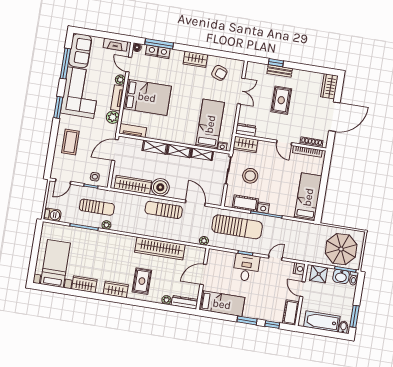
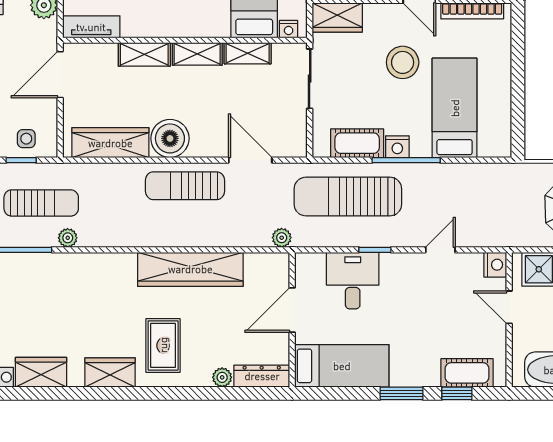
stool: (250, 176) -> (403, 62), moved
bed: (308, 197) -> (455, 108), moved
sun lounger: (237, 227) -> (348, 197), turned 180
desk: (246, 268) -> (353, 281), moved
cot: (291, 312) -> (467, 373), moved, turned 90

